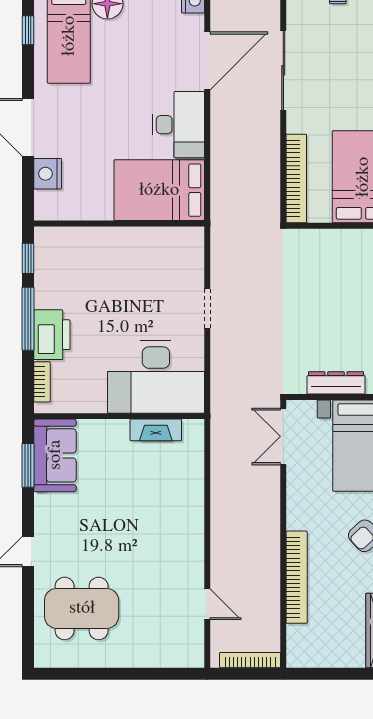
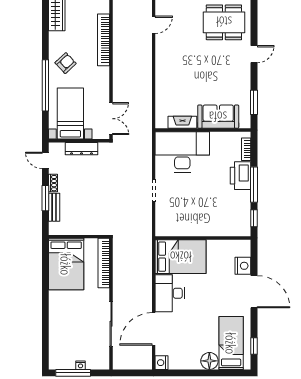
sofa: (55, 455) -> (218, 117), moved, turned 90
door: (207, 604) -> (154, 25), swing flipped

